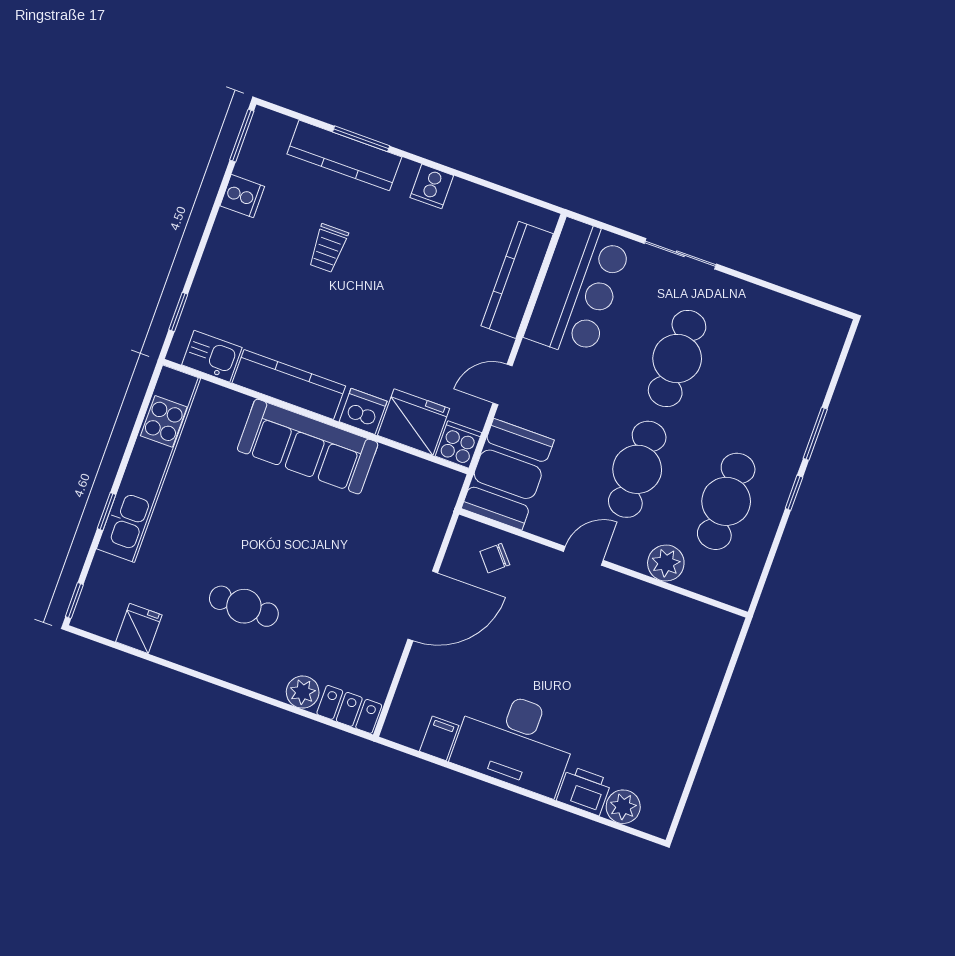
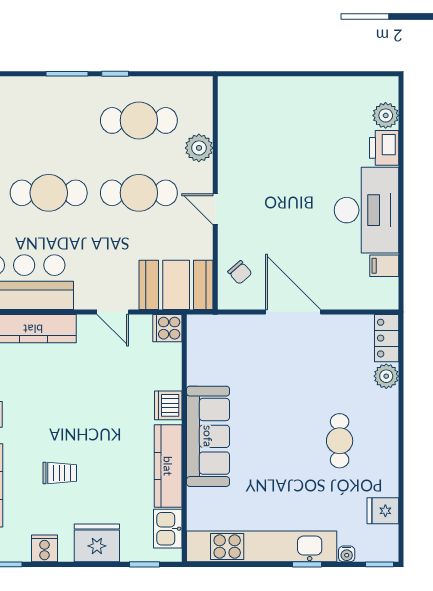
fridge: (413, 422) -> (97, 543), moved, turned 90
water cooler: (102, 565) -> (347, 554), added

